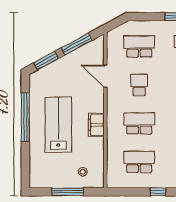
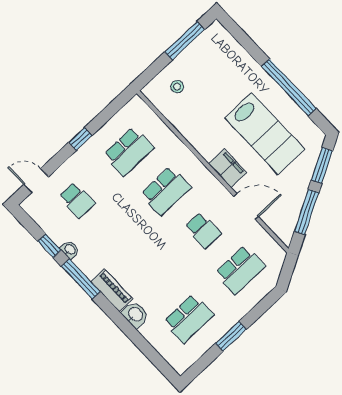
lab bench: (58, 125) -> (265, 134), moved
filing cabinet: (96, 125) -> (228, 168), moved
window: (68, 192) -> (185, 41), moved

